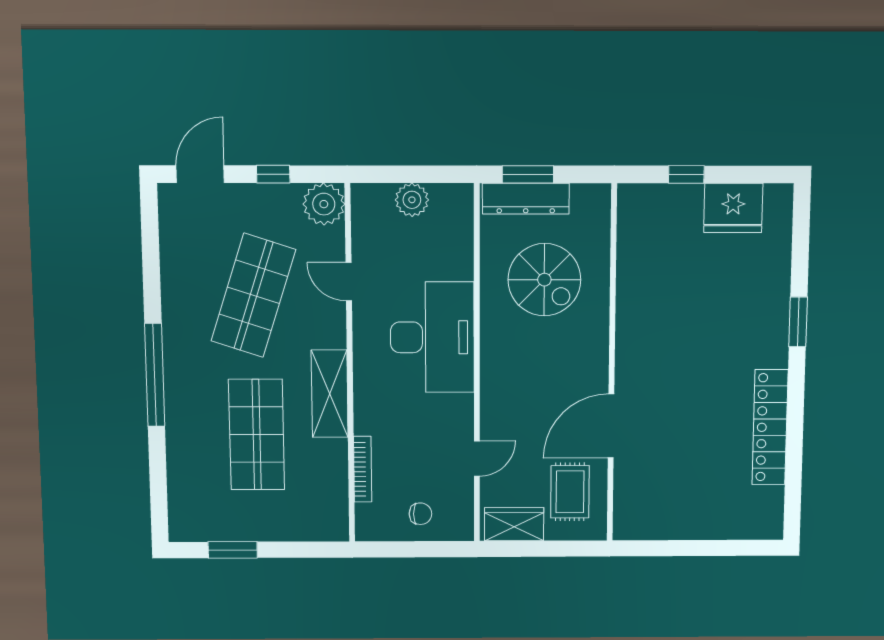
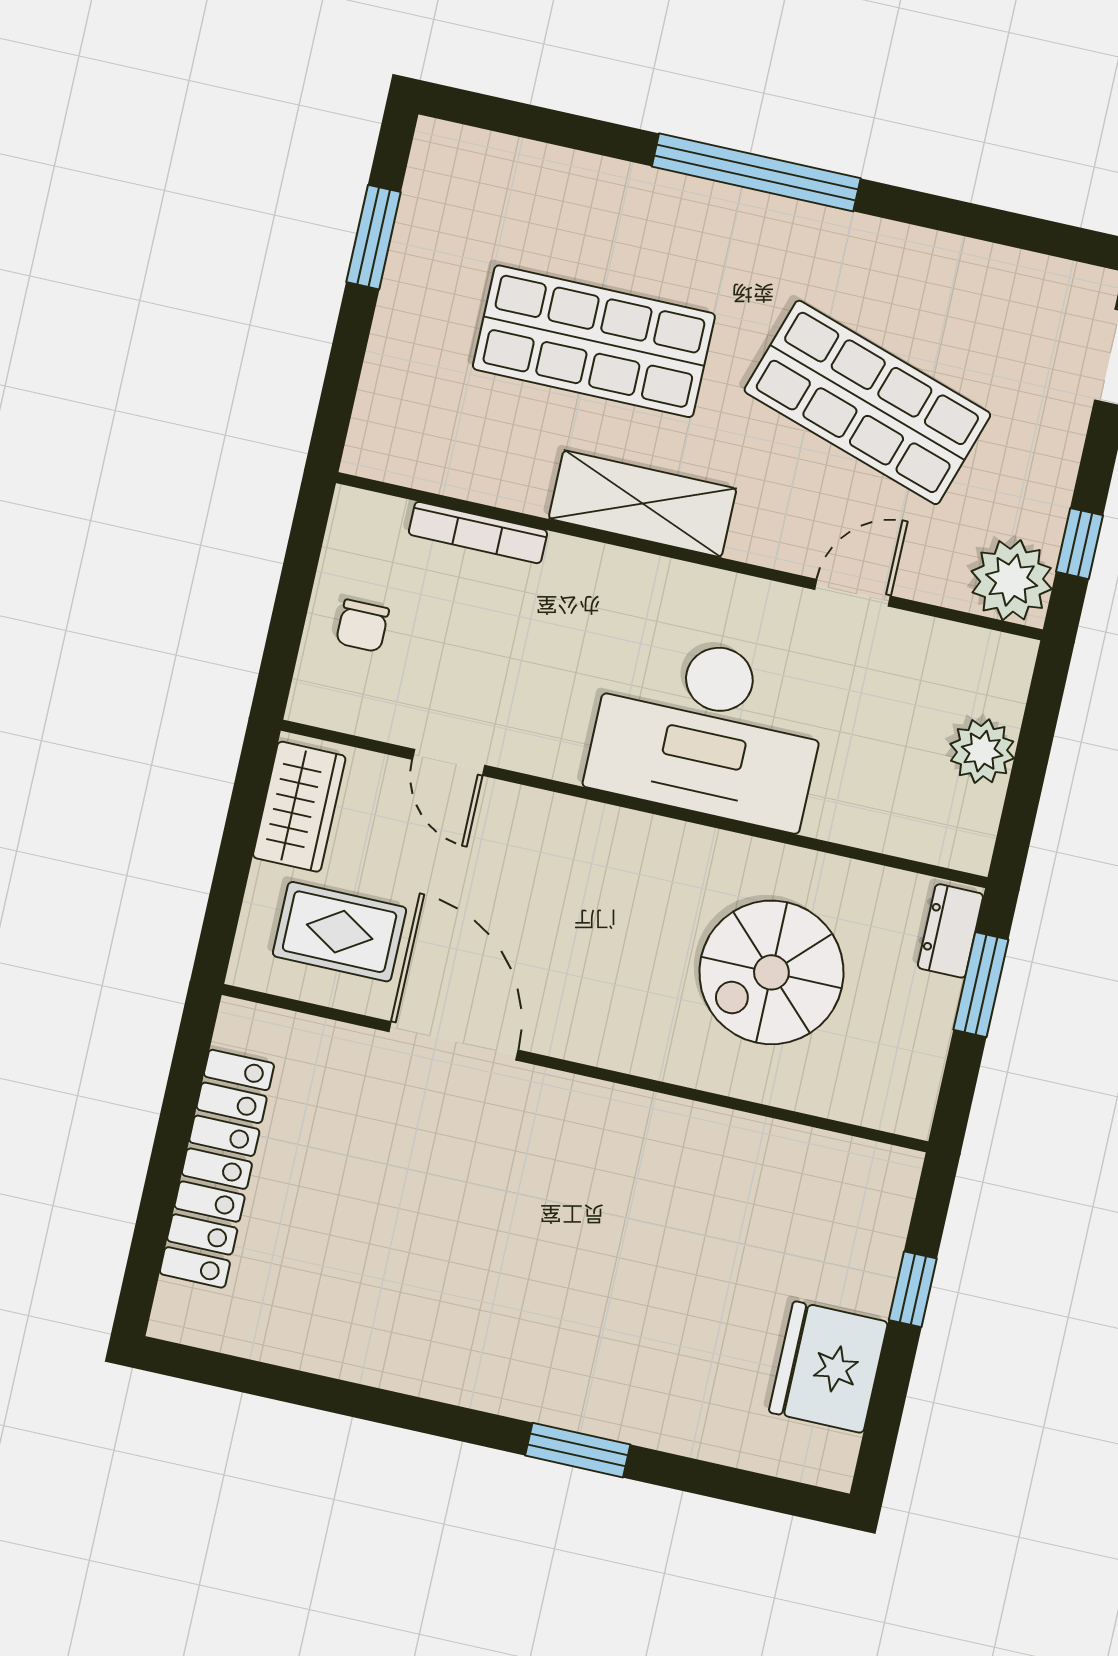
window: (273, 174) -> (1079, 544), moved
dresser: (526, 199) -> (950, 931), width x0.51, depth x0.80
locker: (770, 427) -> (217, 1169), moved, turned 90

